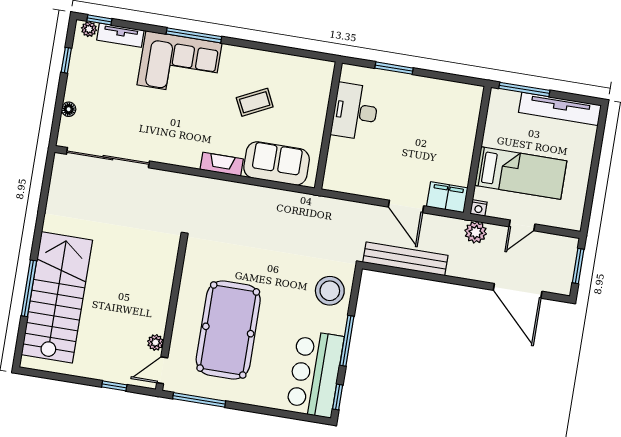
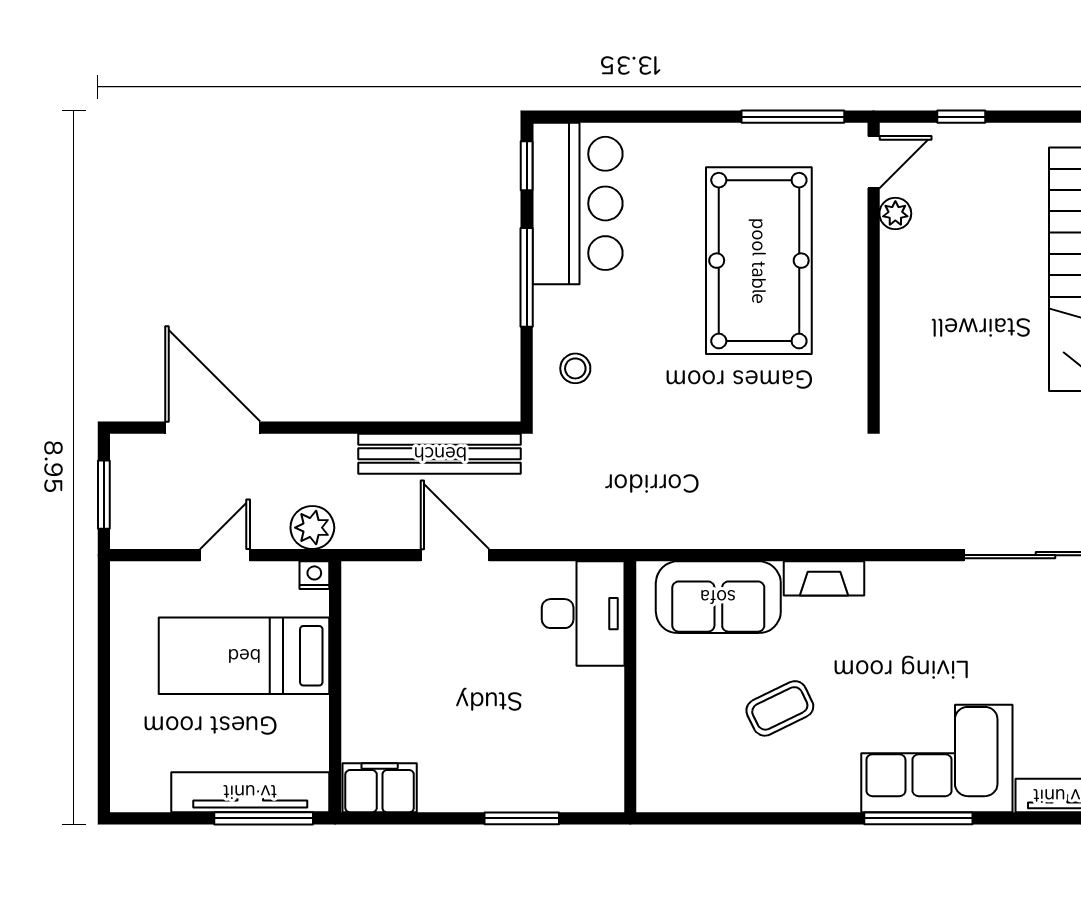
tv unit: (560, 109) -> (250, 792), moved
desk: (355, 111) -> (583, 614), moved
filing cabinet: (447, 197) -> (380, 788), moved, turned 180
stool: (330, 291) -> (575, 368), width x0.53, depth x0.53

